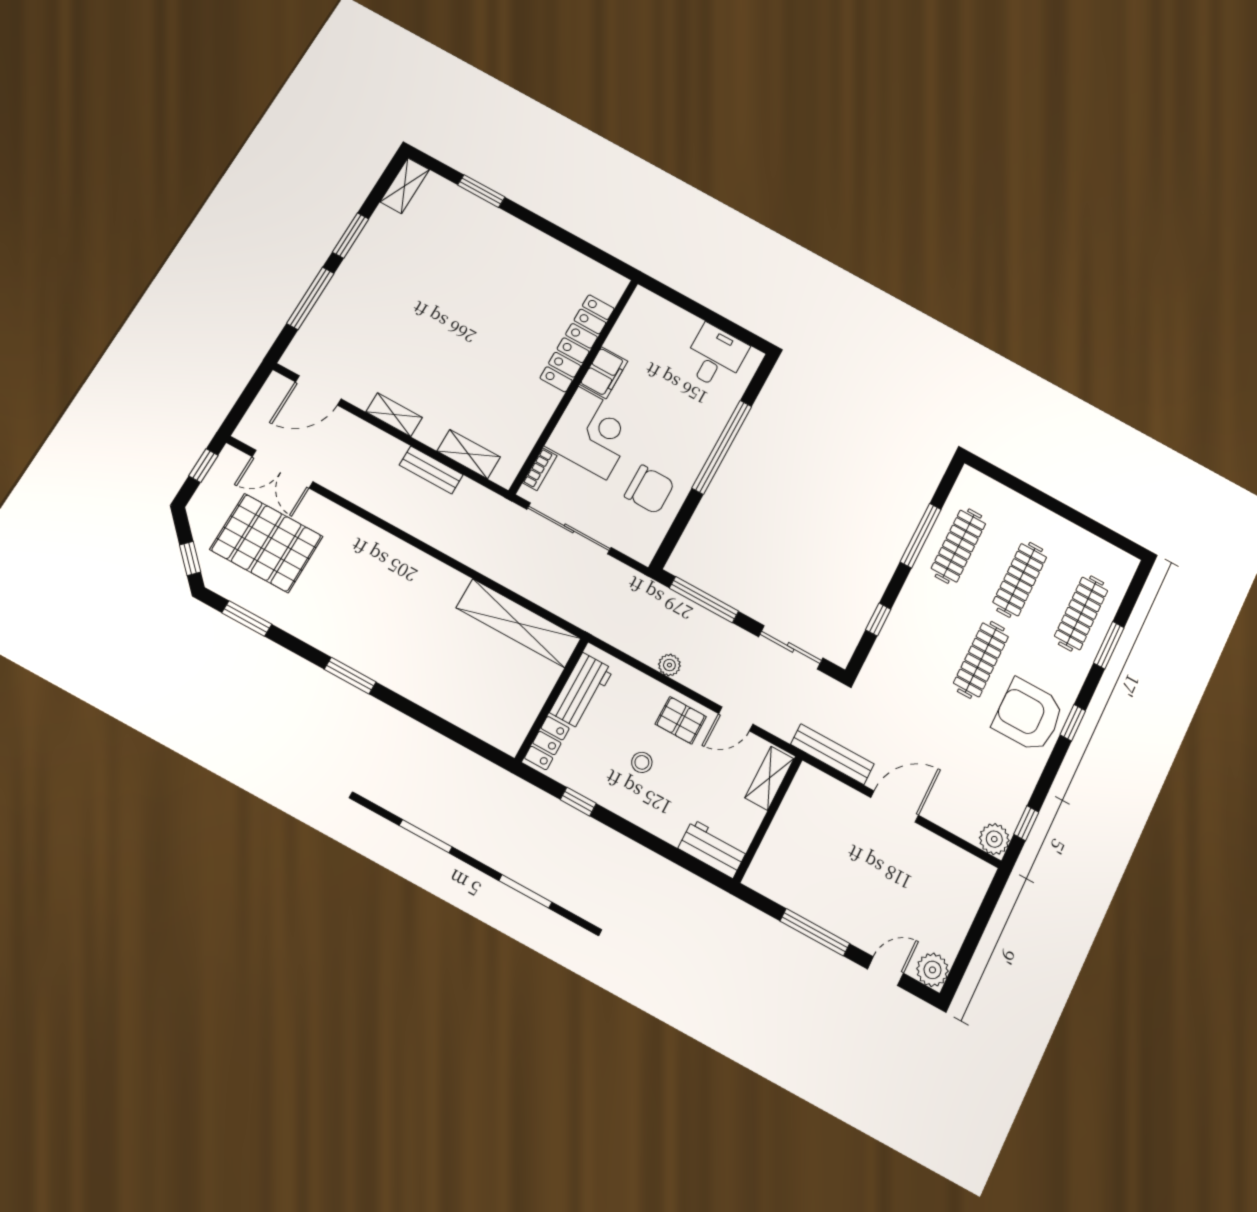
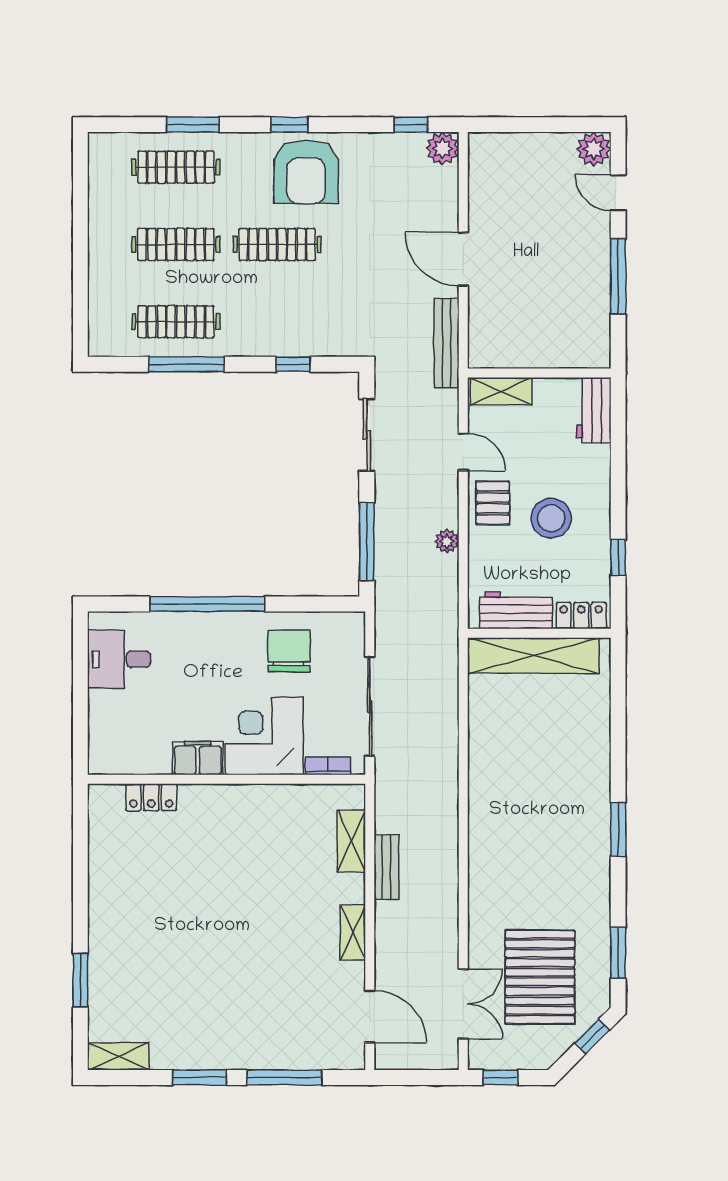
locker: (577, 343) -> (151, 797), width x0.46, depth x0.83
shelving: (519, 623) -> (533, 656), moved, turned 90
stool: (642, 762) -> (551, 518), width x1.89, depth x1.89

